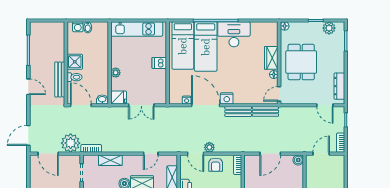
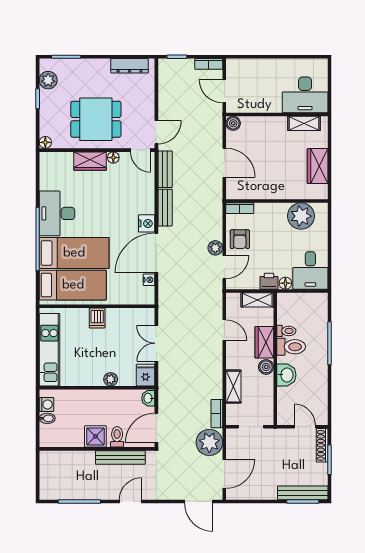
washing machine: (78, 27) -> (46, 404), moved
double door: (141, 105) -> (156, 343), swing flipped
door: (325, 105) -> (156, 132), moved
armchair: (216, 165) -> (240, 239), turned 90

